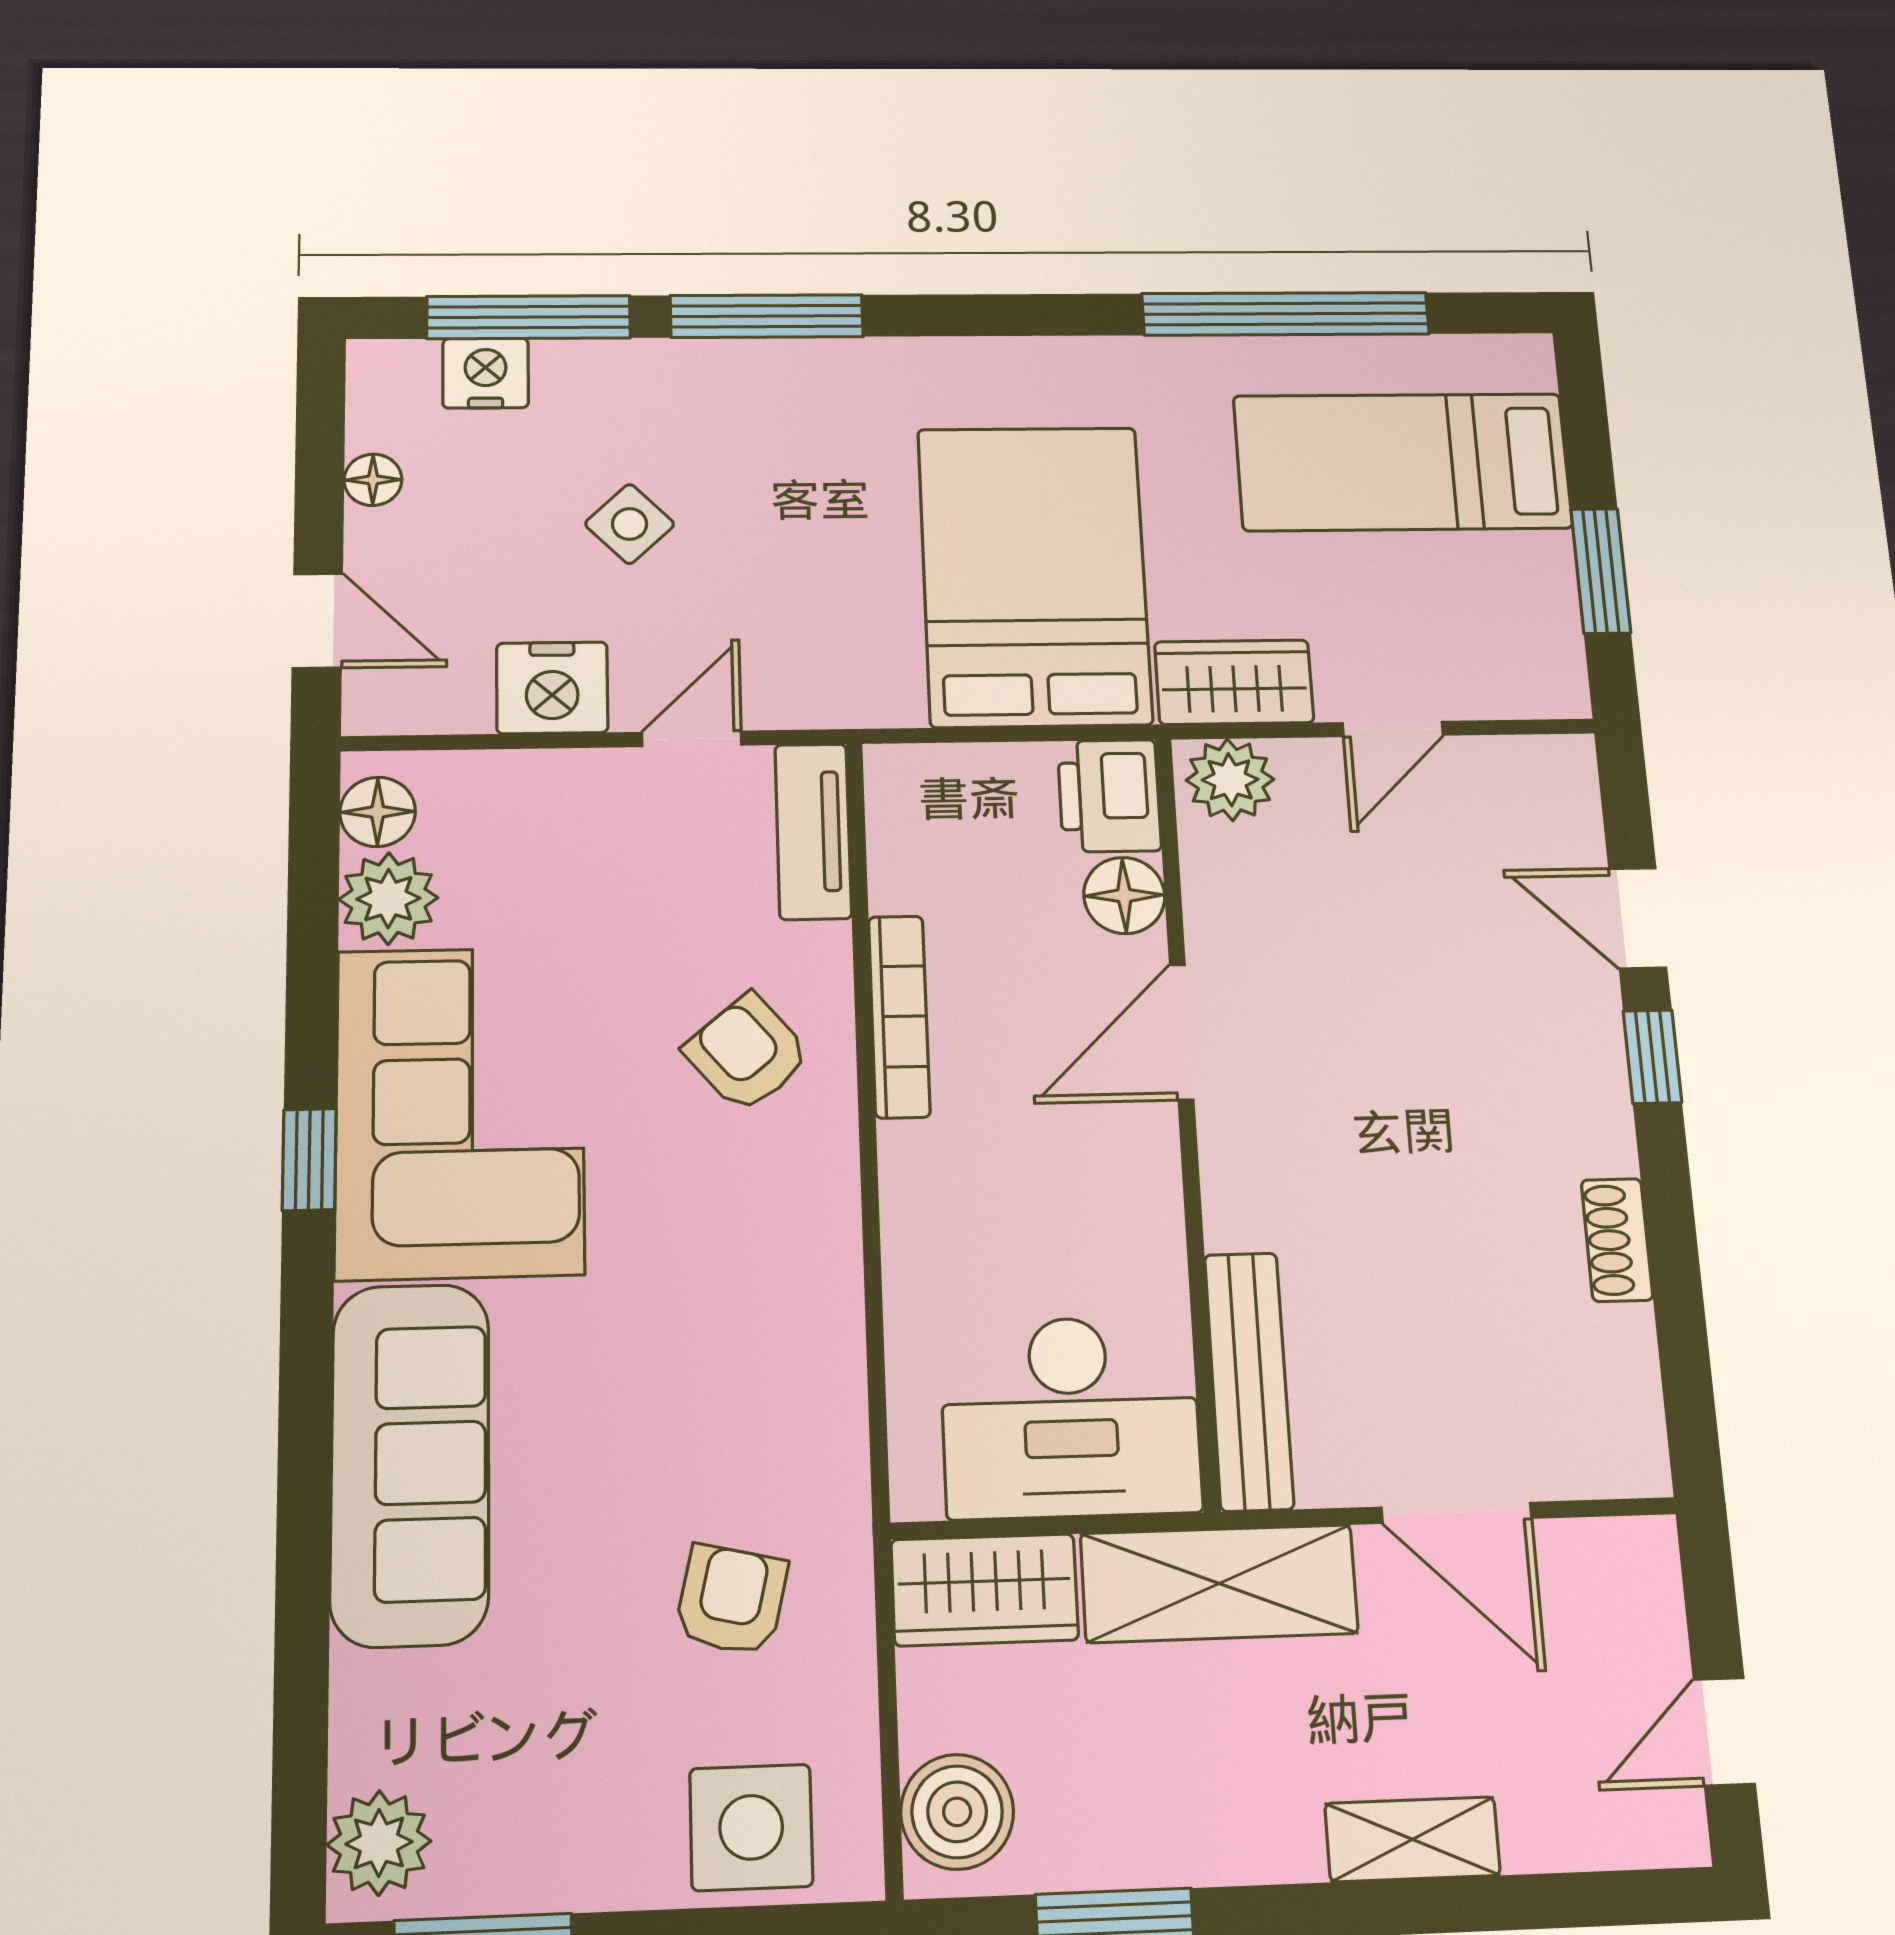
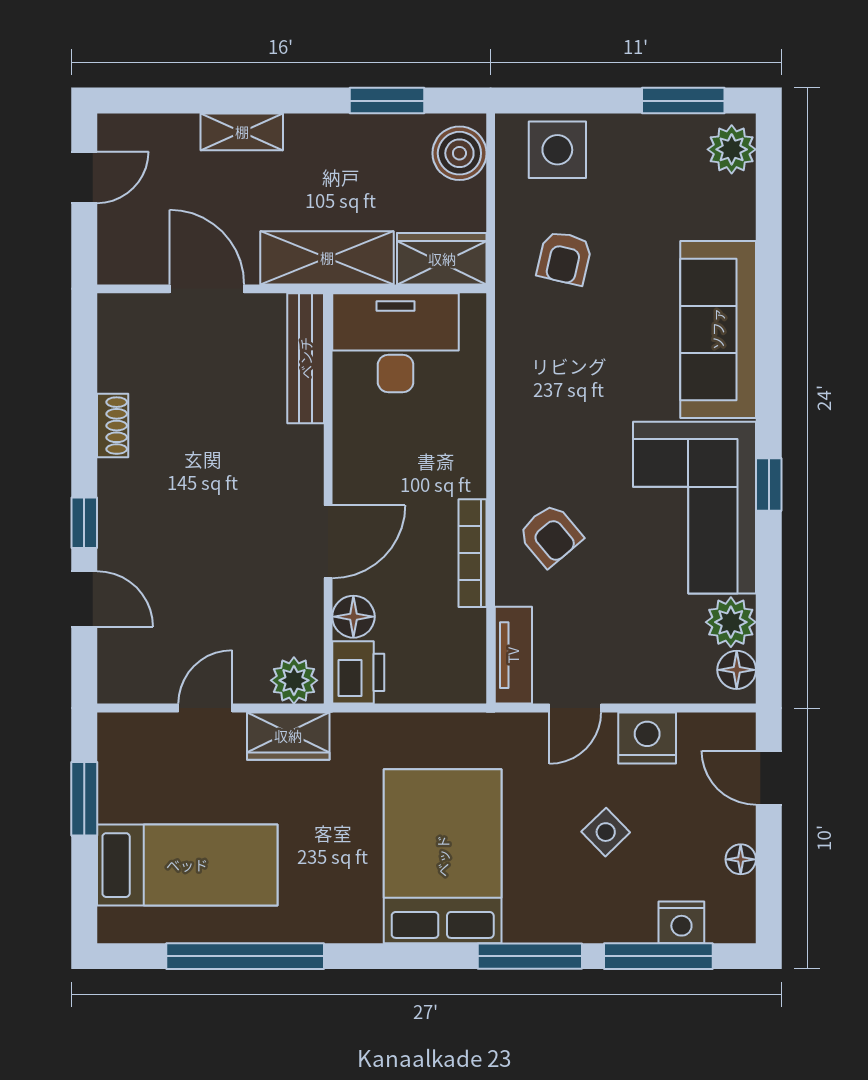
bed: (1034, 576) -> (443, 856), moved, turned 180

